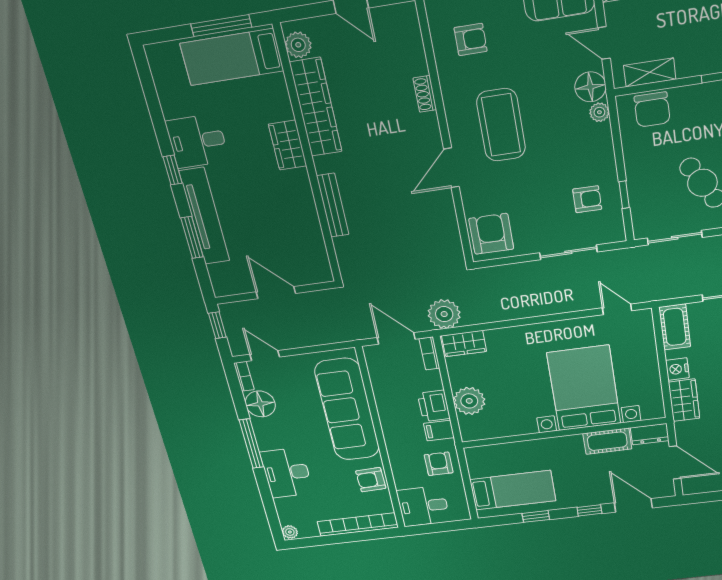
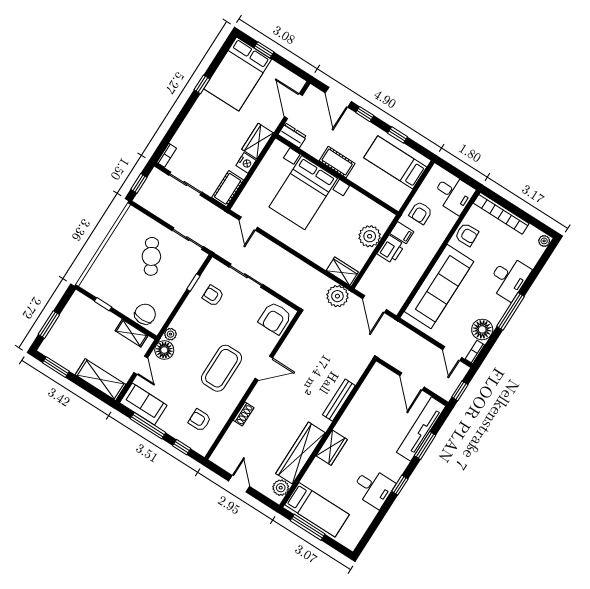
tv unit: (205, 216) -> (421, 429), moved
bookcase: (429, 353) -> (365, 281), removed
cot: (607, 441) -> (337, 162), moved

